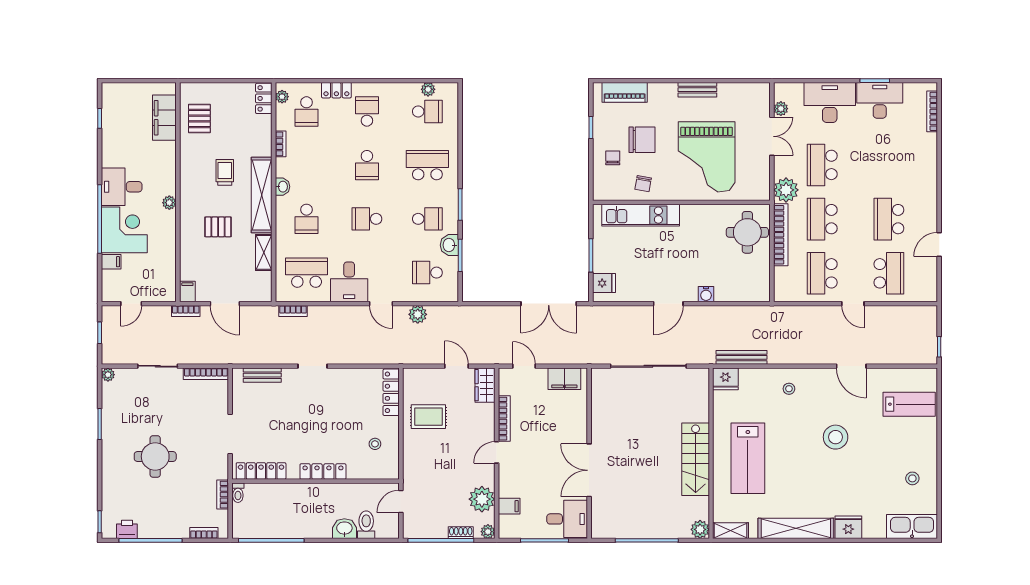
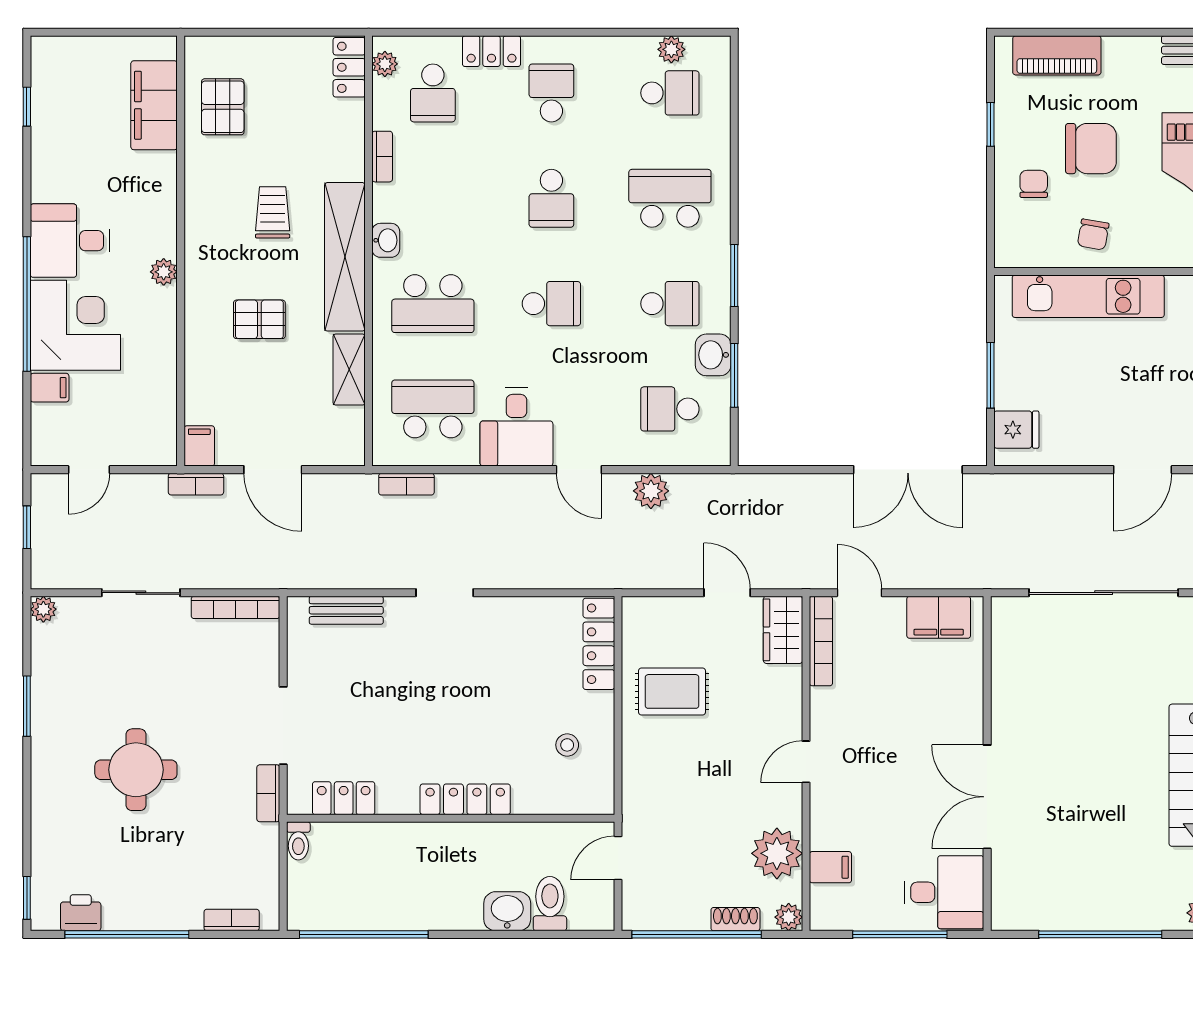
school desk: (307, 219) -> (433, 304), width x1.85
school desk: (367, 219) -> (551, 304), turned 180
bookcase: (504, 419) -> (821, 641), moved
locker: (261, 471) -> (344, 798), width x0.66
bookcase: (223, 495) -> (268, 793), moved

